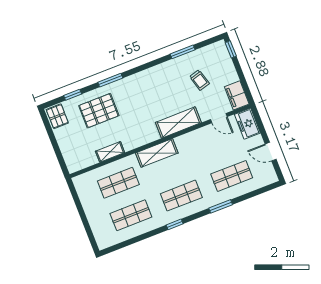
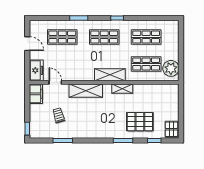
shelving: (110, 152) -> (122, 89), moved
plant: (86, 189) -> (171, 68), added

